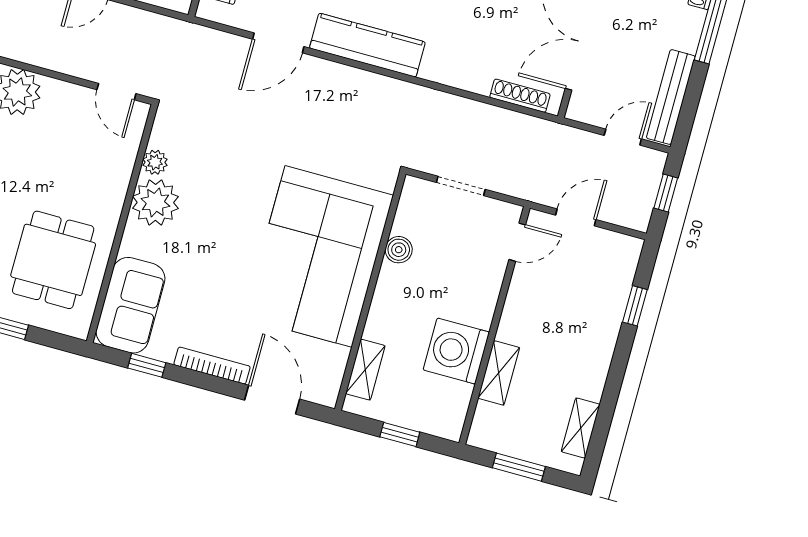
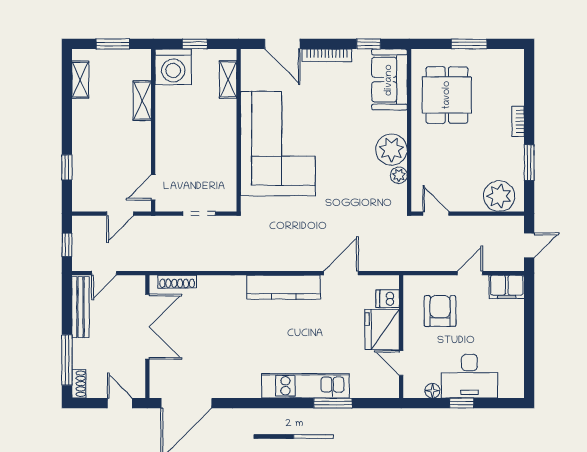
boiler: (399, 250) -> (228, 162), removed
washing machine: (456, 351) -> (173, 67), moved, turned 90

